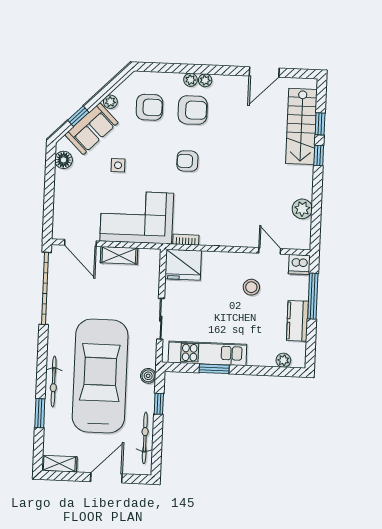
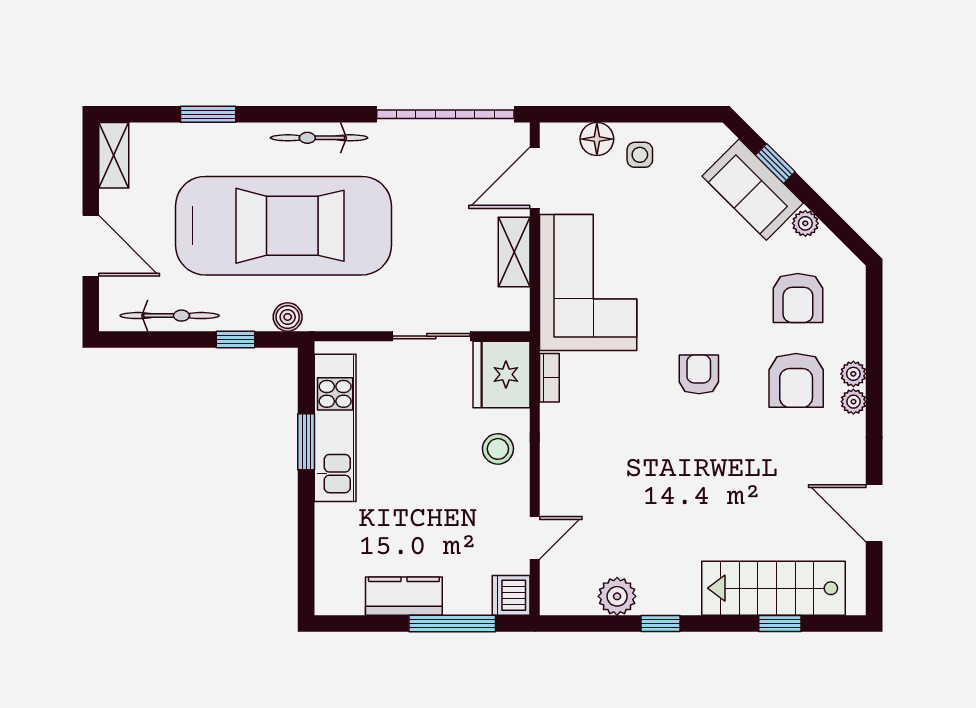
window: (319, 156) -> (661, 623), moved
floor lamp: (64, 160) -> (597, 139), moved
side table: (118, 165) -> (640, 155), moved
stool: (251, 287) -> (498, 449), moved
sliding door: (161, 319) -> (431, 336), moved
plant: (283, 360) -> (328, 573), removed
bicycle: (54, 382) -> (319, 138), moved

